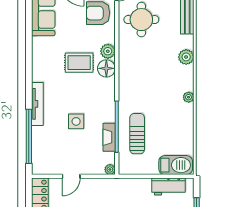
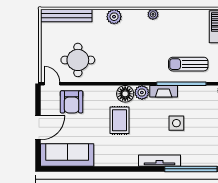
plant: (108, 51) -> (142, 92), moved
fireplace: (109, 137) -> (164, 91), moved

